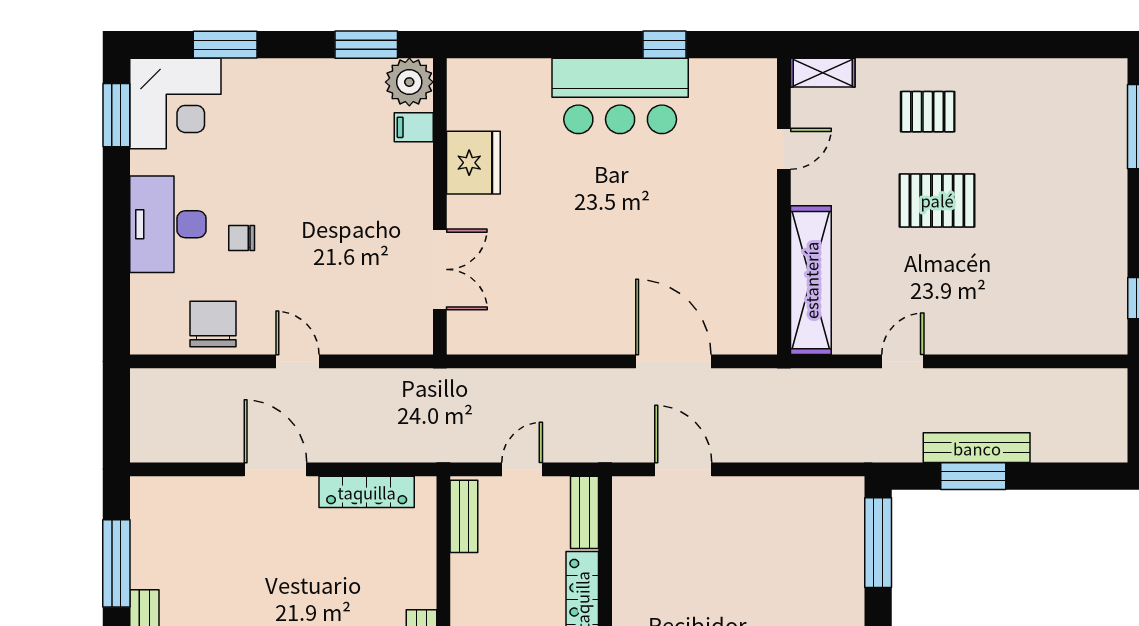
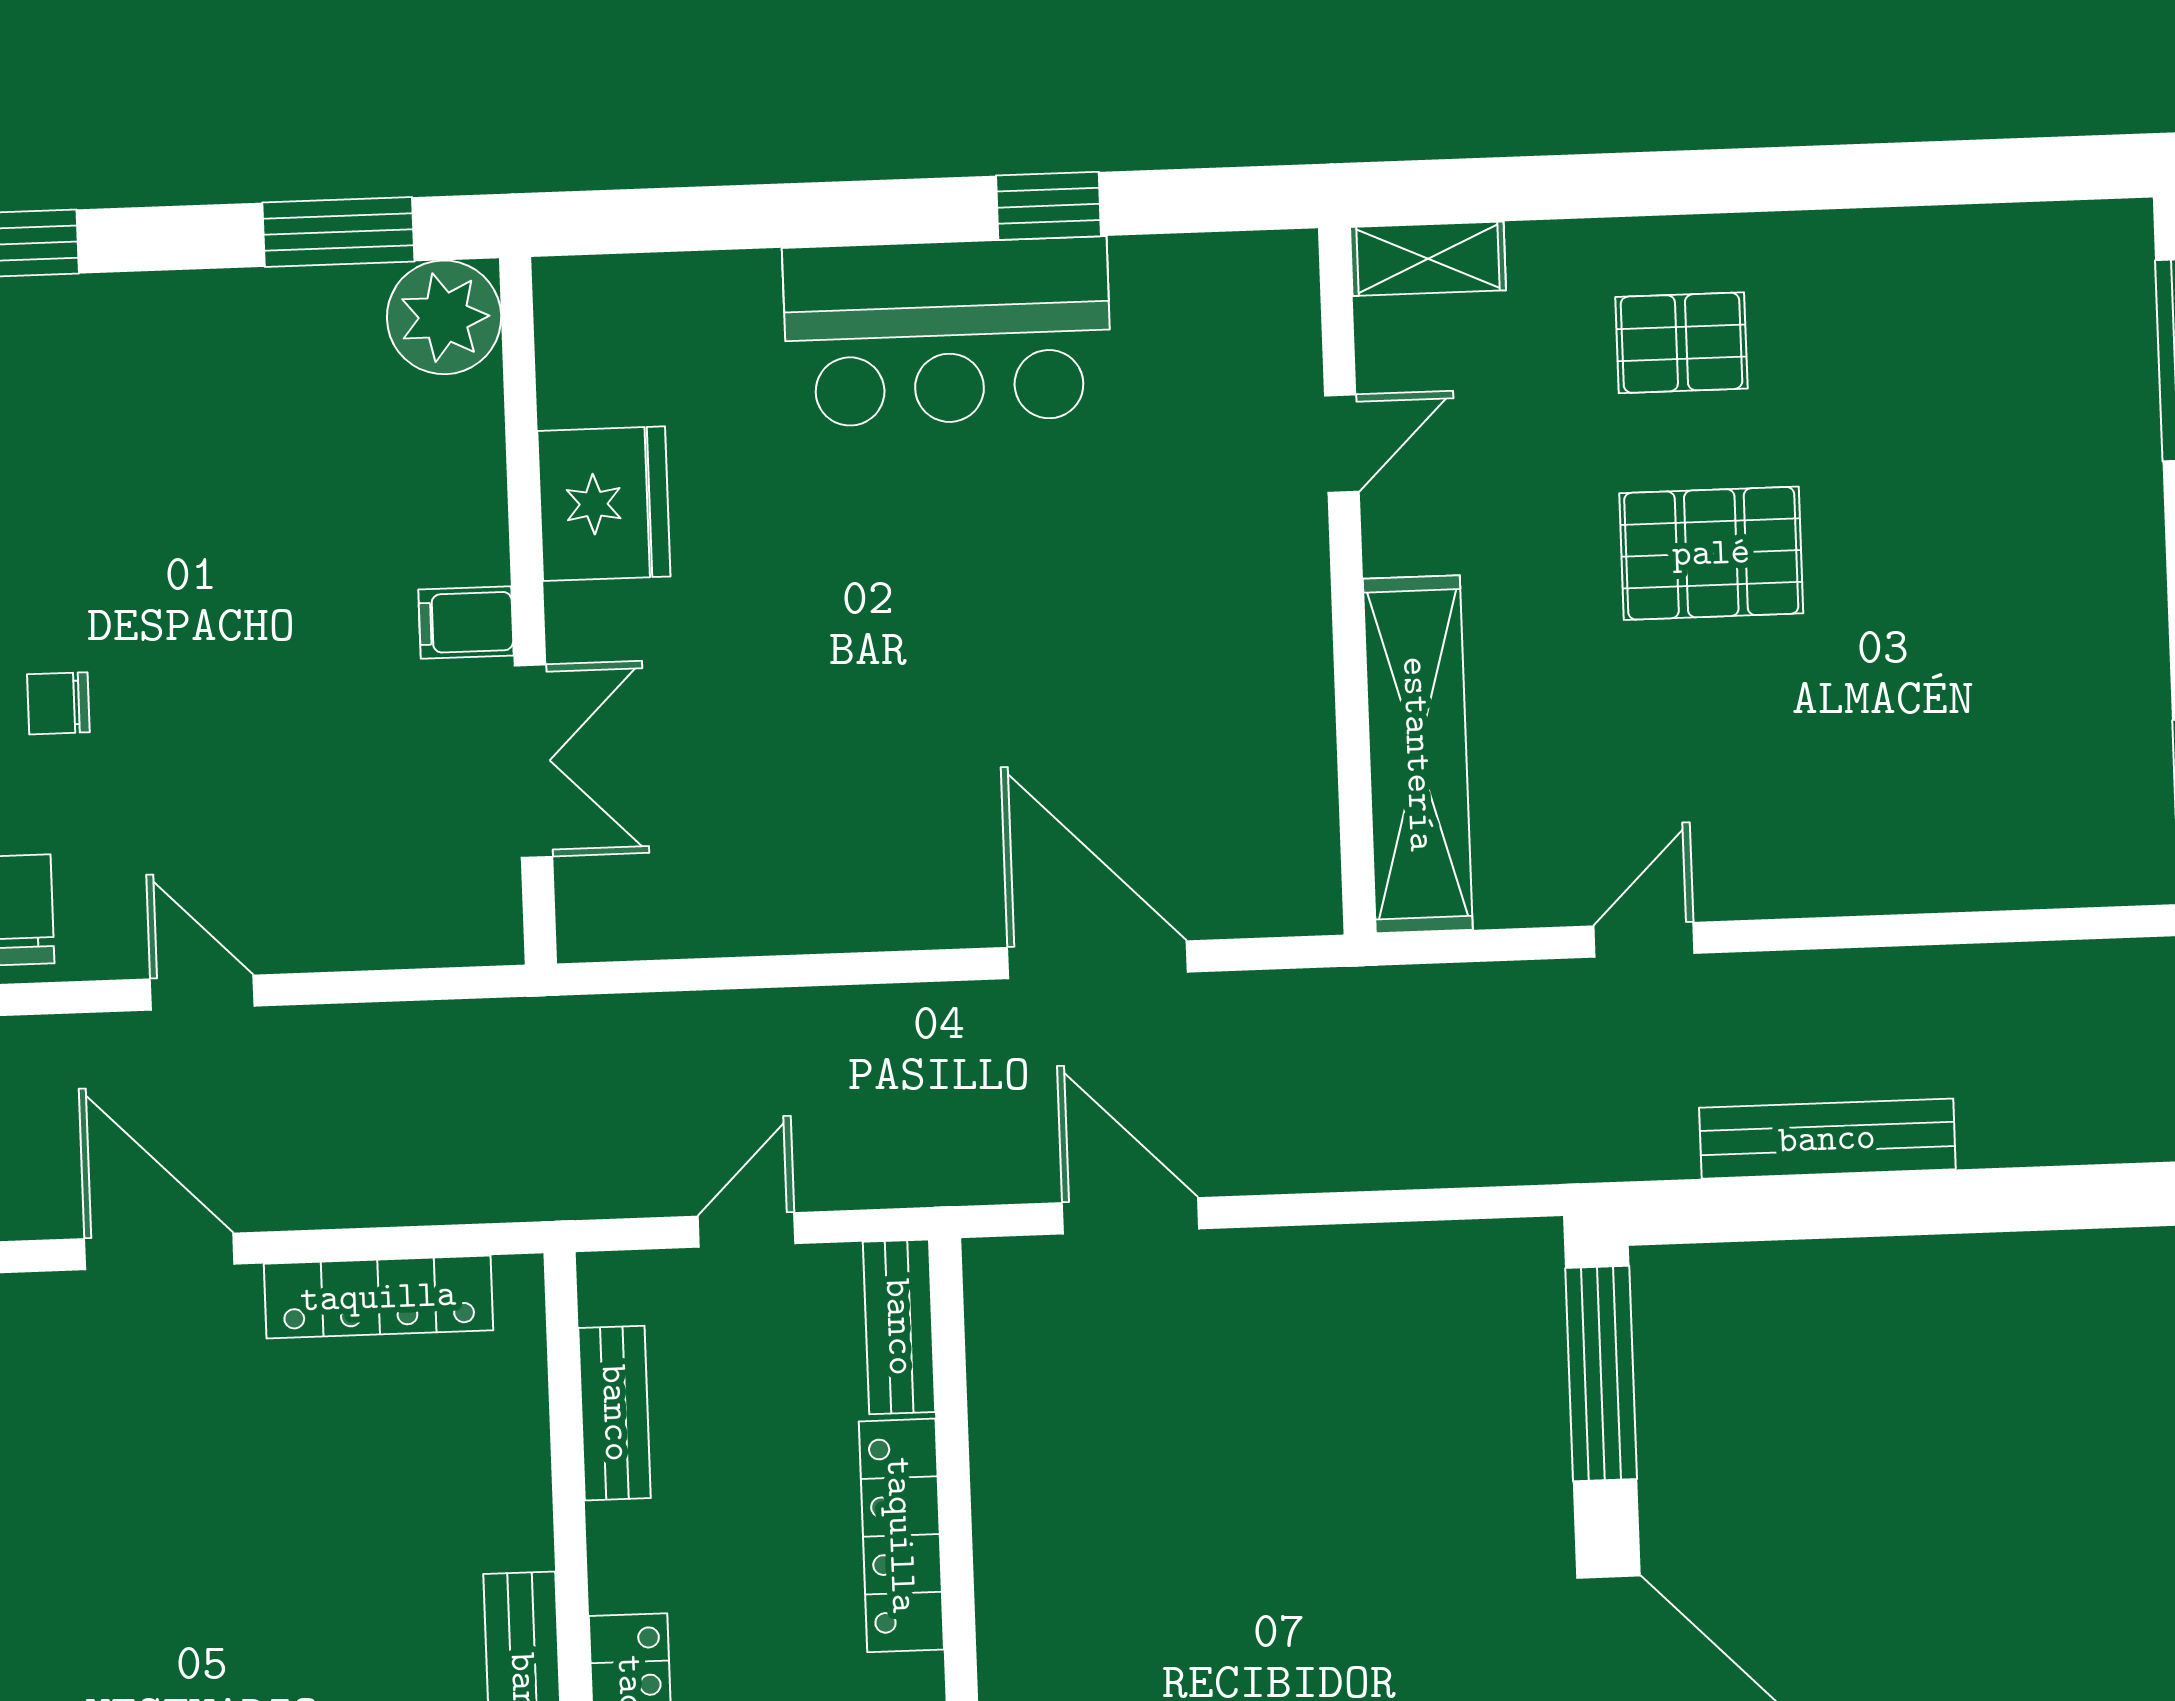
filing cabinet: (414, 127) -> (466, 622), moved
window: (973, 476) -> (1822, 1207), removed
bench: (464, 516) -> (615, 1413), moved

